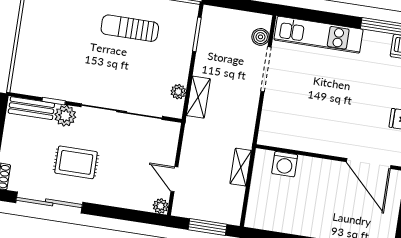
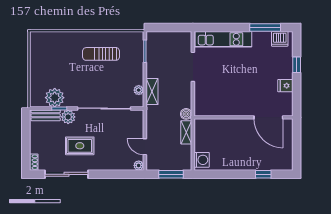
boiler: (260, 37) -> (186, 114), moved
plant: (49, 84) -> (55, 98), added
washing machine: (285, 164) -> (202, 160), moved, turned -90

